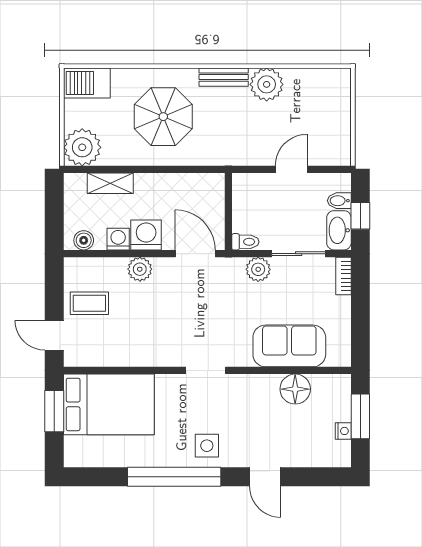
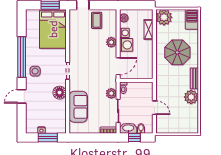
floor lamp: (295, 389) -> (60, 93), moved

